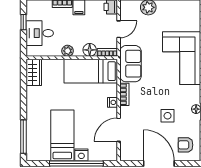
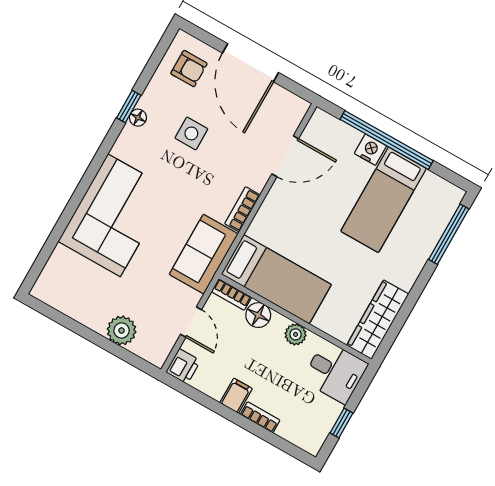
door: (119, 29) -> (191, 322), swing flipped
desk: (40, 33) -> (335, 372), moved
wardrobe: (34, 72) -> (378, 320), width x1.50
nightstand: (113, 102) -> (270, 207), removed

